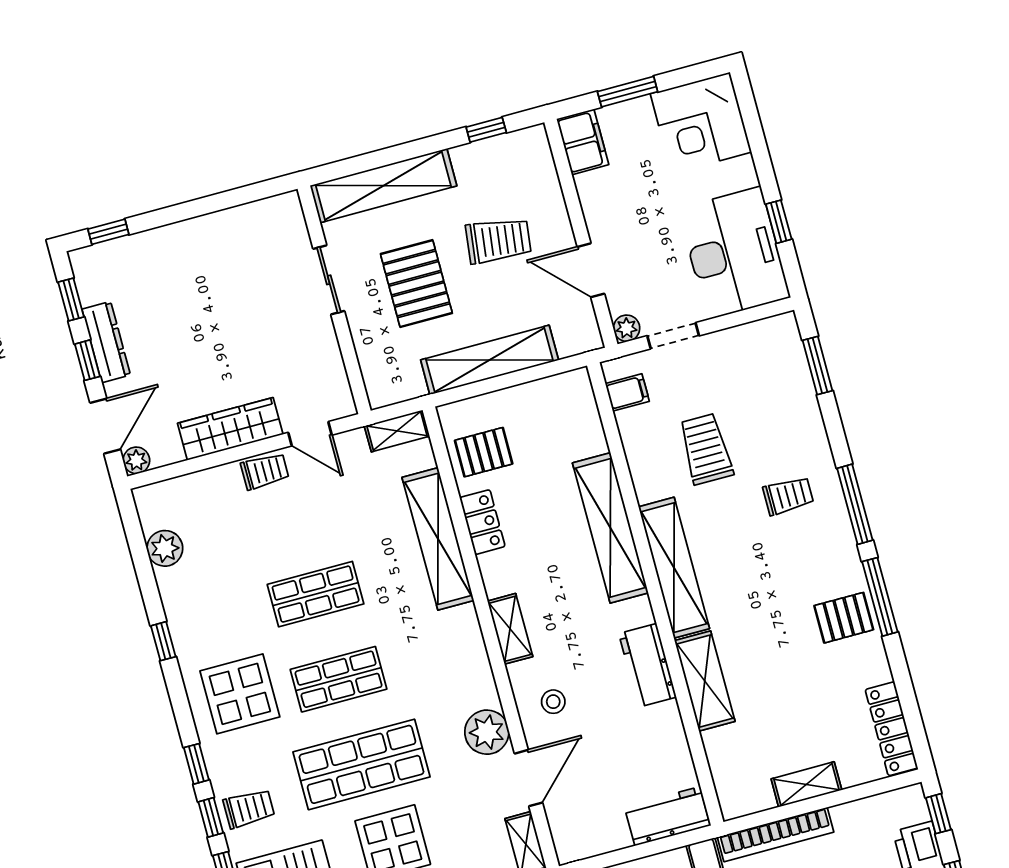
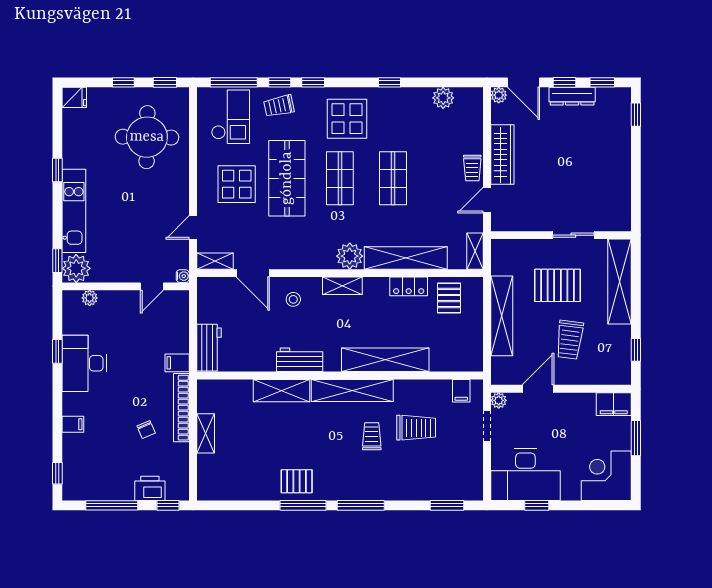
trolley: (788, 496) -> (372, 436), moved, turned 180
pallet: (844, 618) -> (297, 481), turned 90
locker: (891, 729) -> (225, 491), removed
plant: (487, 732) -> (350, 256), moved
trolley: (249, 809) -> (279, 106), turned 78

